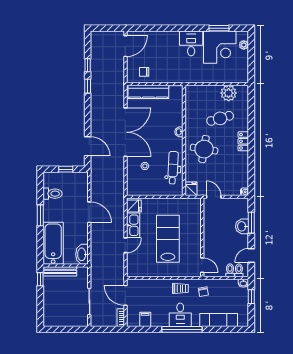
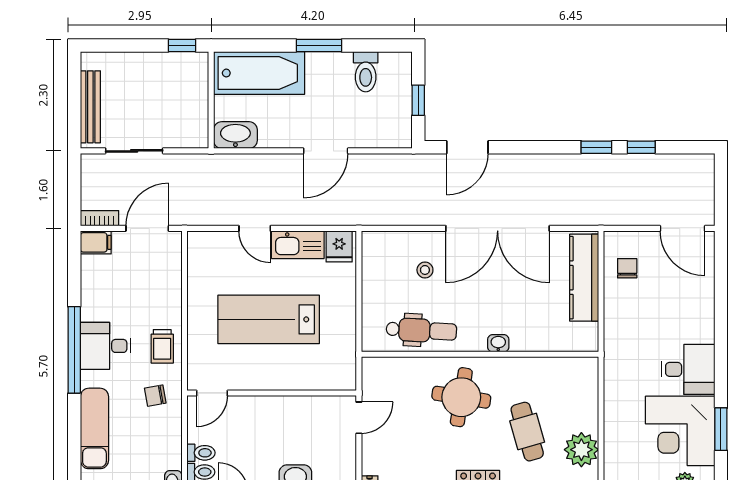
fridge: (191, 189) -> (376, 369), removed
lab bench: (168, 239) -> (269, 319), turned 180
bench: (60, 271) -> (90, 107), moved
filing cabinet: (145, 319) -> (96, 242), moved

